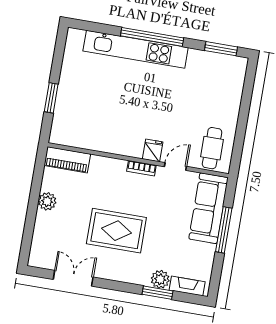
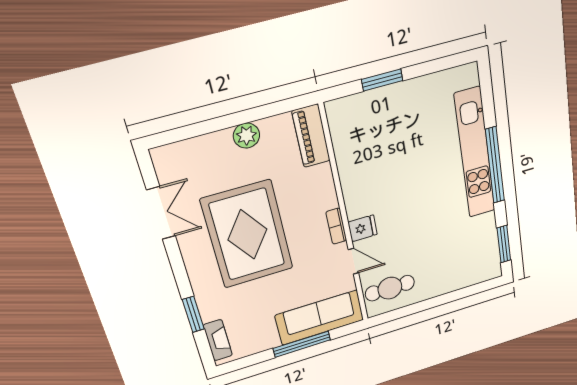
rug: (116, 231) -> (247, 234), width x1.37, depth x1.44
plant: (160, 279) -> (211, 309), removed

